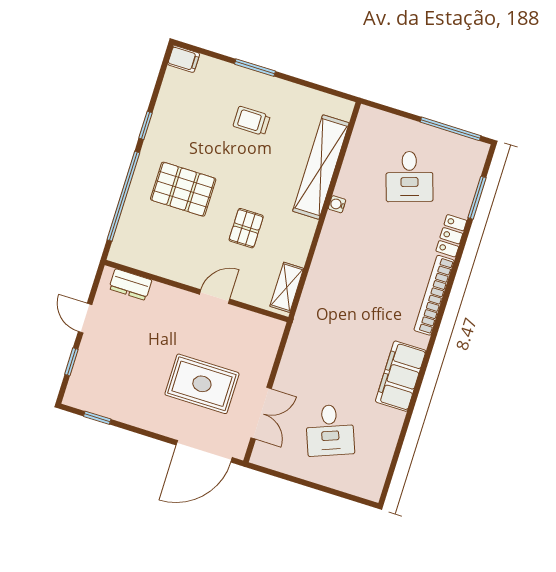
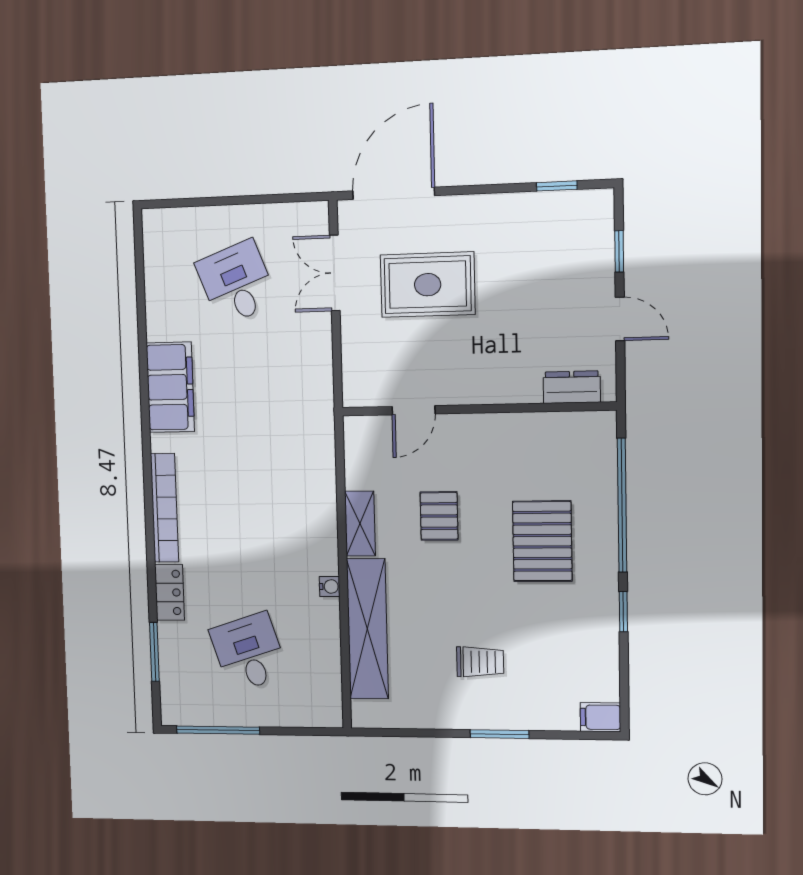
pallet: (183, 189) -> (542, 541), turned 90
shelving: (287, 287) -> (360, 524), moved
door: (215, 297) -> (414, 410), moved

